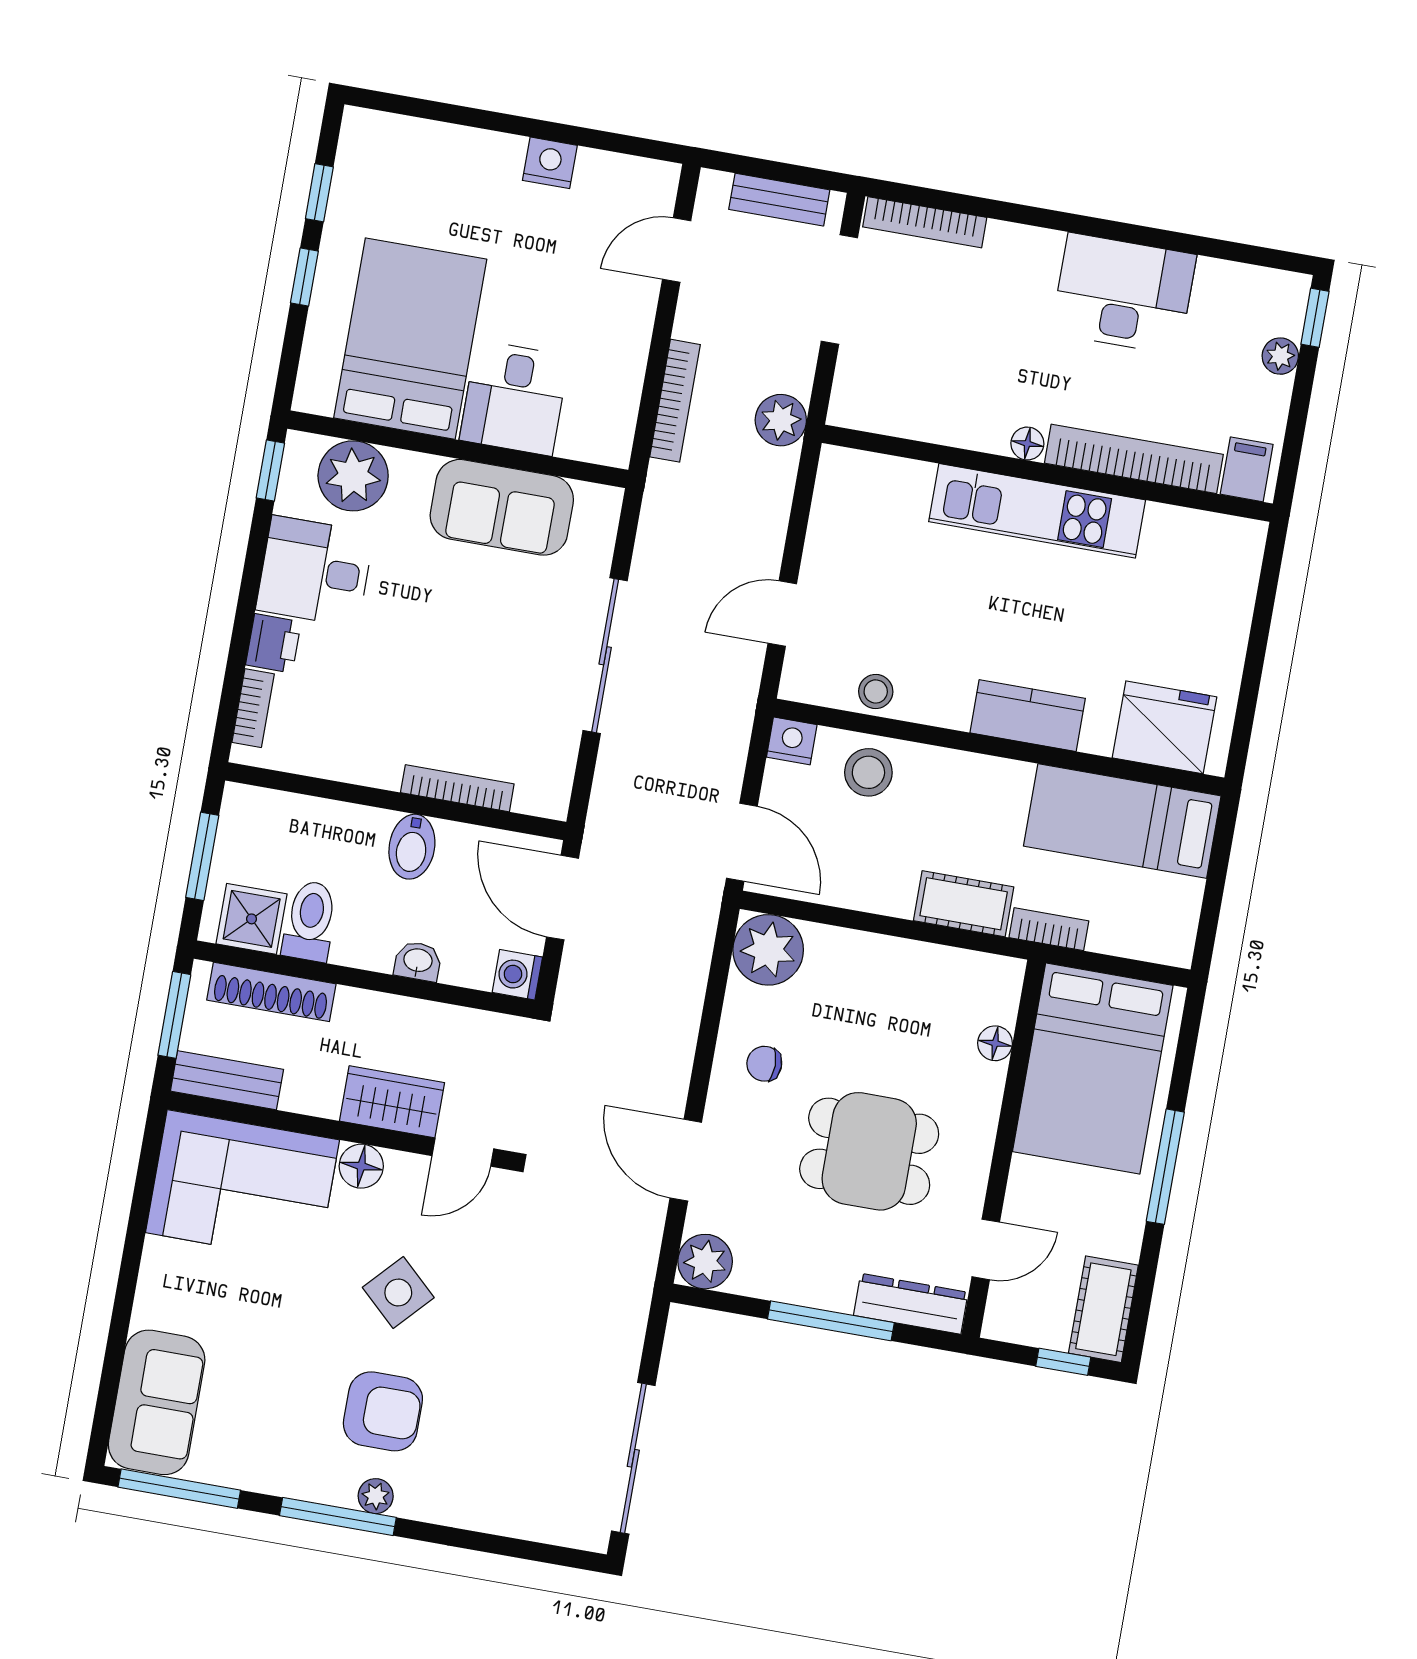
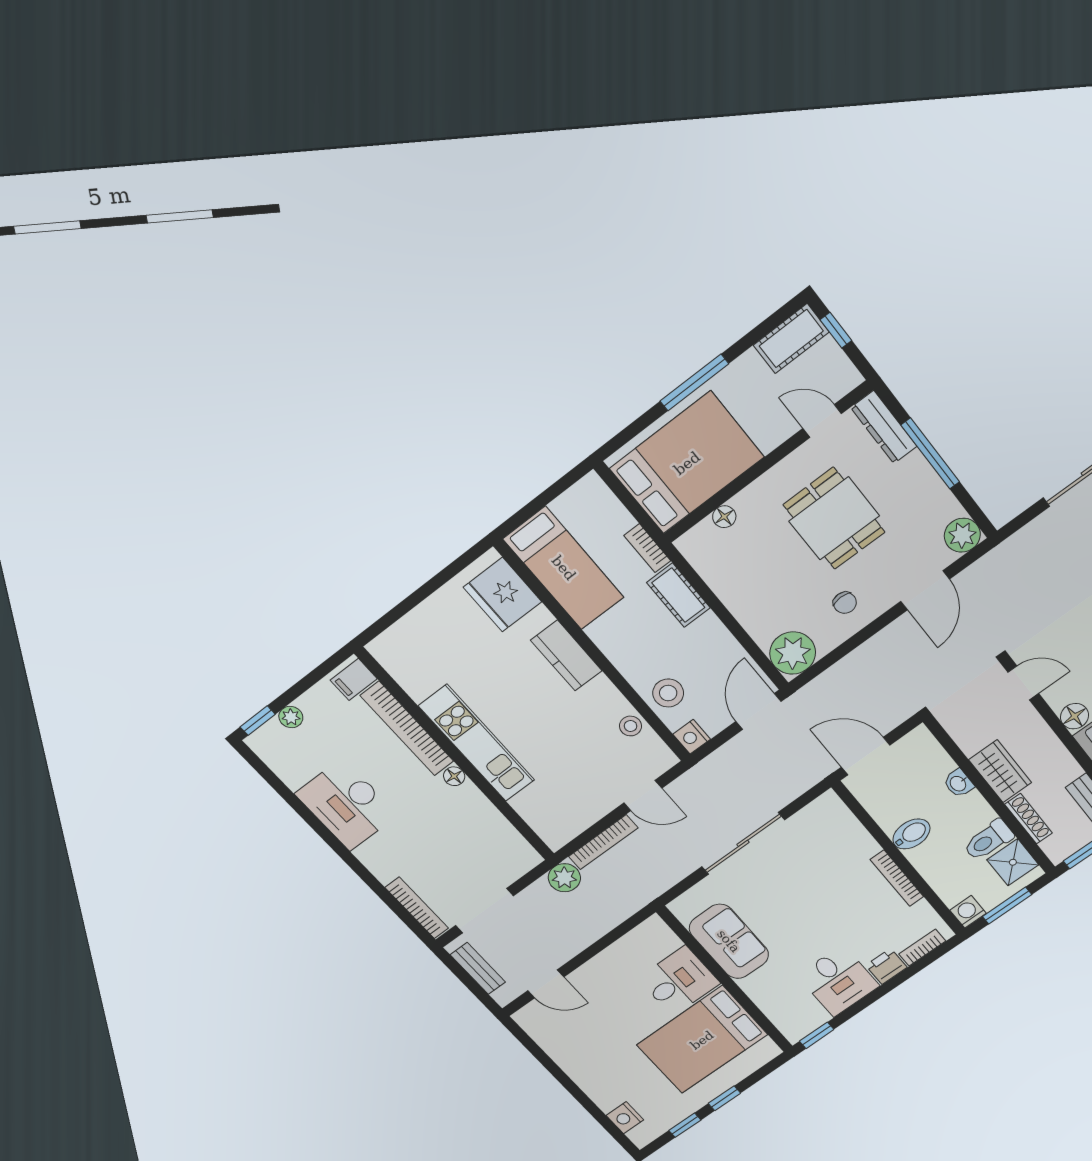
nightstand: (550, 163) -> (625, 1118), moved
bookcase: (675, 401) -> (603, 842), moved, turned 180
plant: (353, 476) -> (783, 1005), removed
bookcase: (457, 788) -> (897, 878), moved
door: (562, 898) -> (866, 756), swing flipped
washing machine: (517, 975) -> (968, 912), moved, turned 180
shoe rack: (271, 992) -> (1028, 819), width x0.74, depth x0.81
wardrobe: (392, 1102) -> (1000, 771), moved, turned 180

